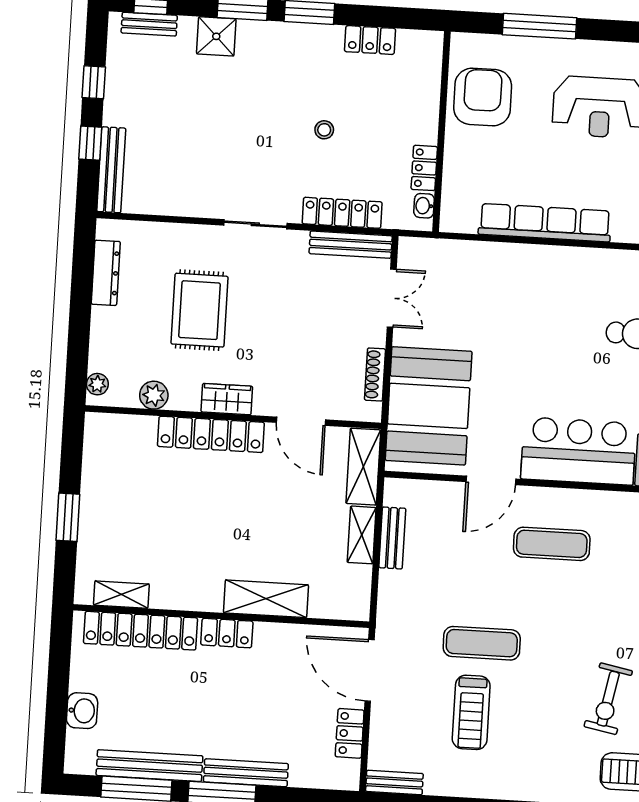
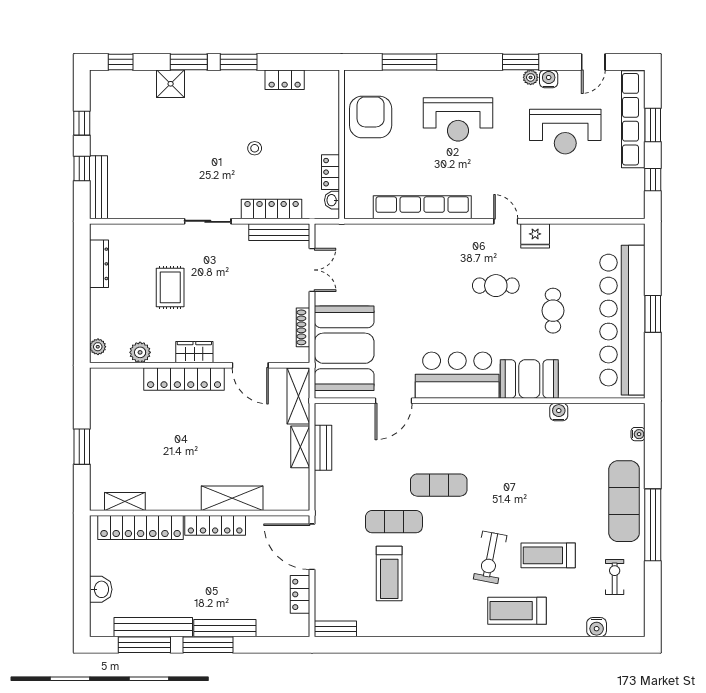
bench: (149, 24) -> (120, 78), removed
rug: (200, 310) -> (170, 287), width x0.73, depth x0.70
exercise mat: (552, 544) -> (439, 485), moved
locker: (227, 633) -> (215, 525), width x1.53

